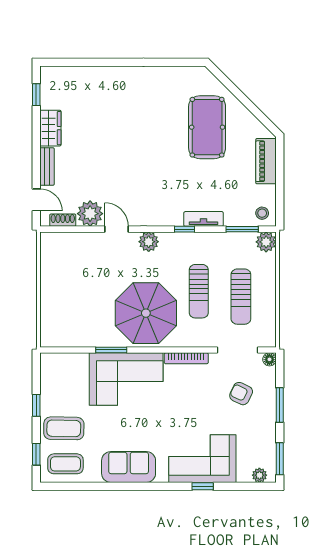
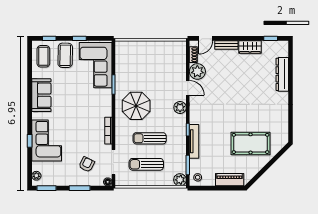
dresser: (95, 76) -> (282, 74), added
tv unit: (204, 219) -> (194, 141), width x1.41
door: (117, 229) -> (188, 88), hinge flipped
parasol: (146, 313) -> (136, 106), width x0.73, depth x0.73
corner sofa: (126, 379) -> (96, 65), moved

